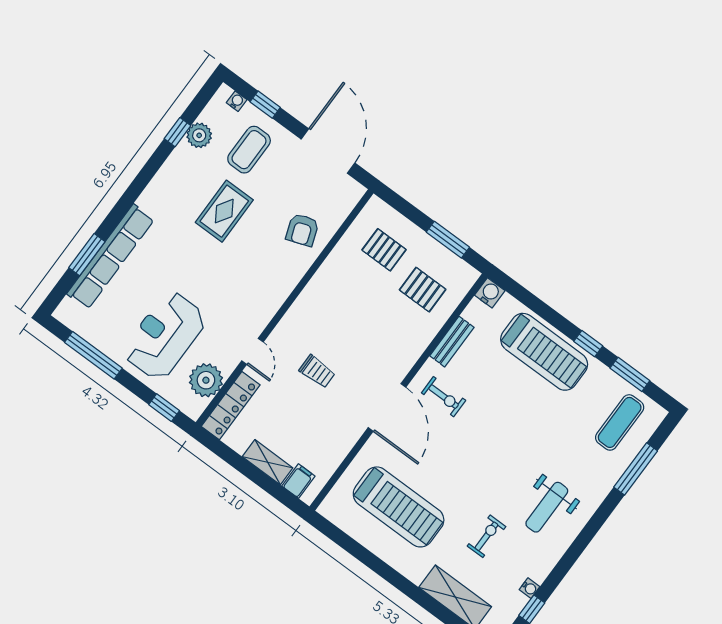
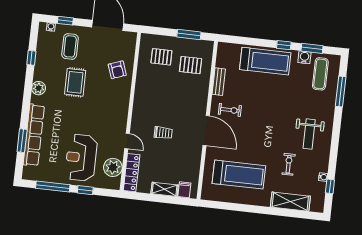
plant: (199, 135) -> (39, 88), moved
water cooler: (490, 293) -> (304, 57), moved
window: (164, 408) -> (85, 190), moved

